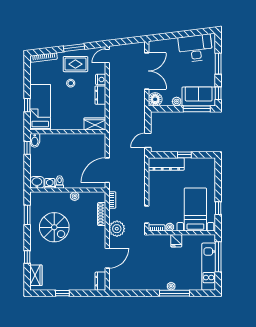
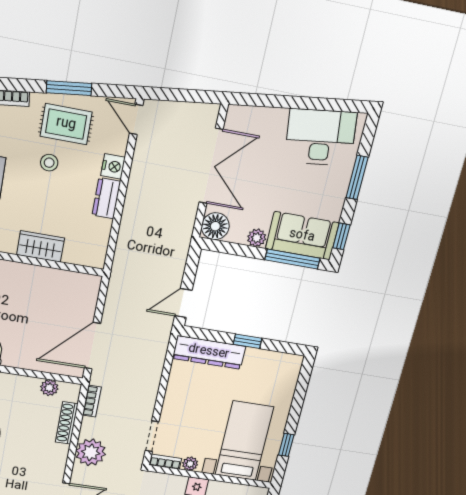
door: (107, 56) -> (136, 119), hinge flipped
wardrobe: (95, 124) -> (40, 246), moved
plant: (75, 196) -> (49, 388), moved

